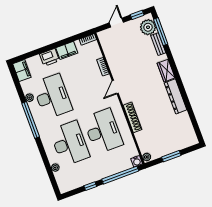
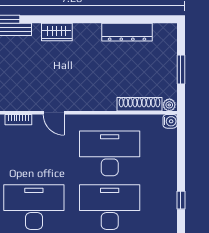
dresser: (176, 96) -> (127, 32), moved
shoe rack: (132, 117) -> (139, 104), moved
window: (120, 175) -> (181, 152), removed

